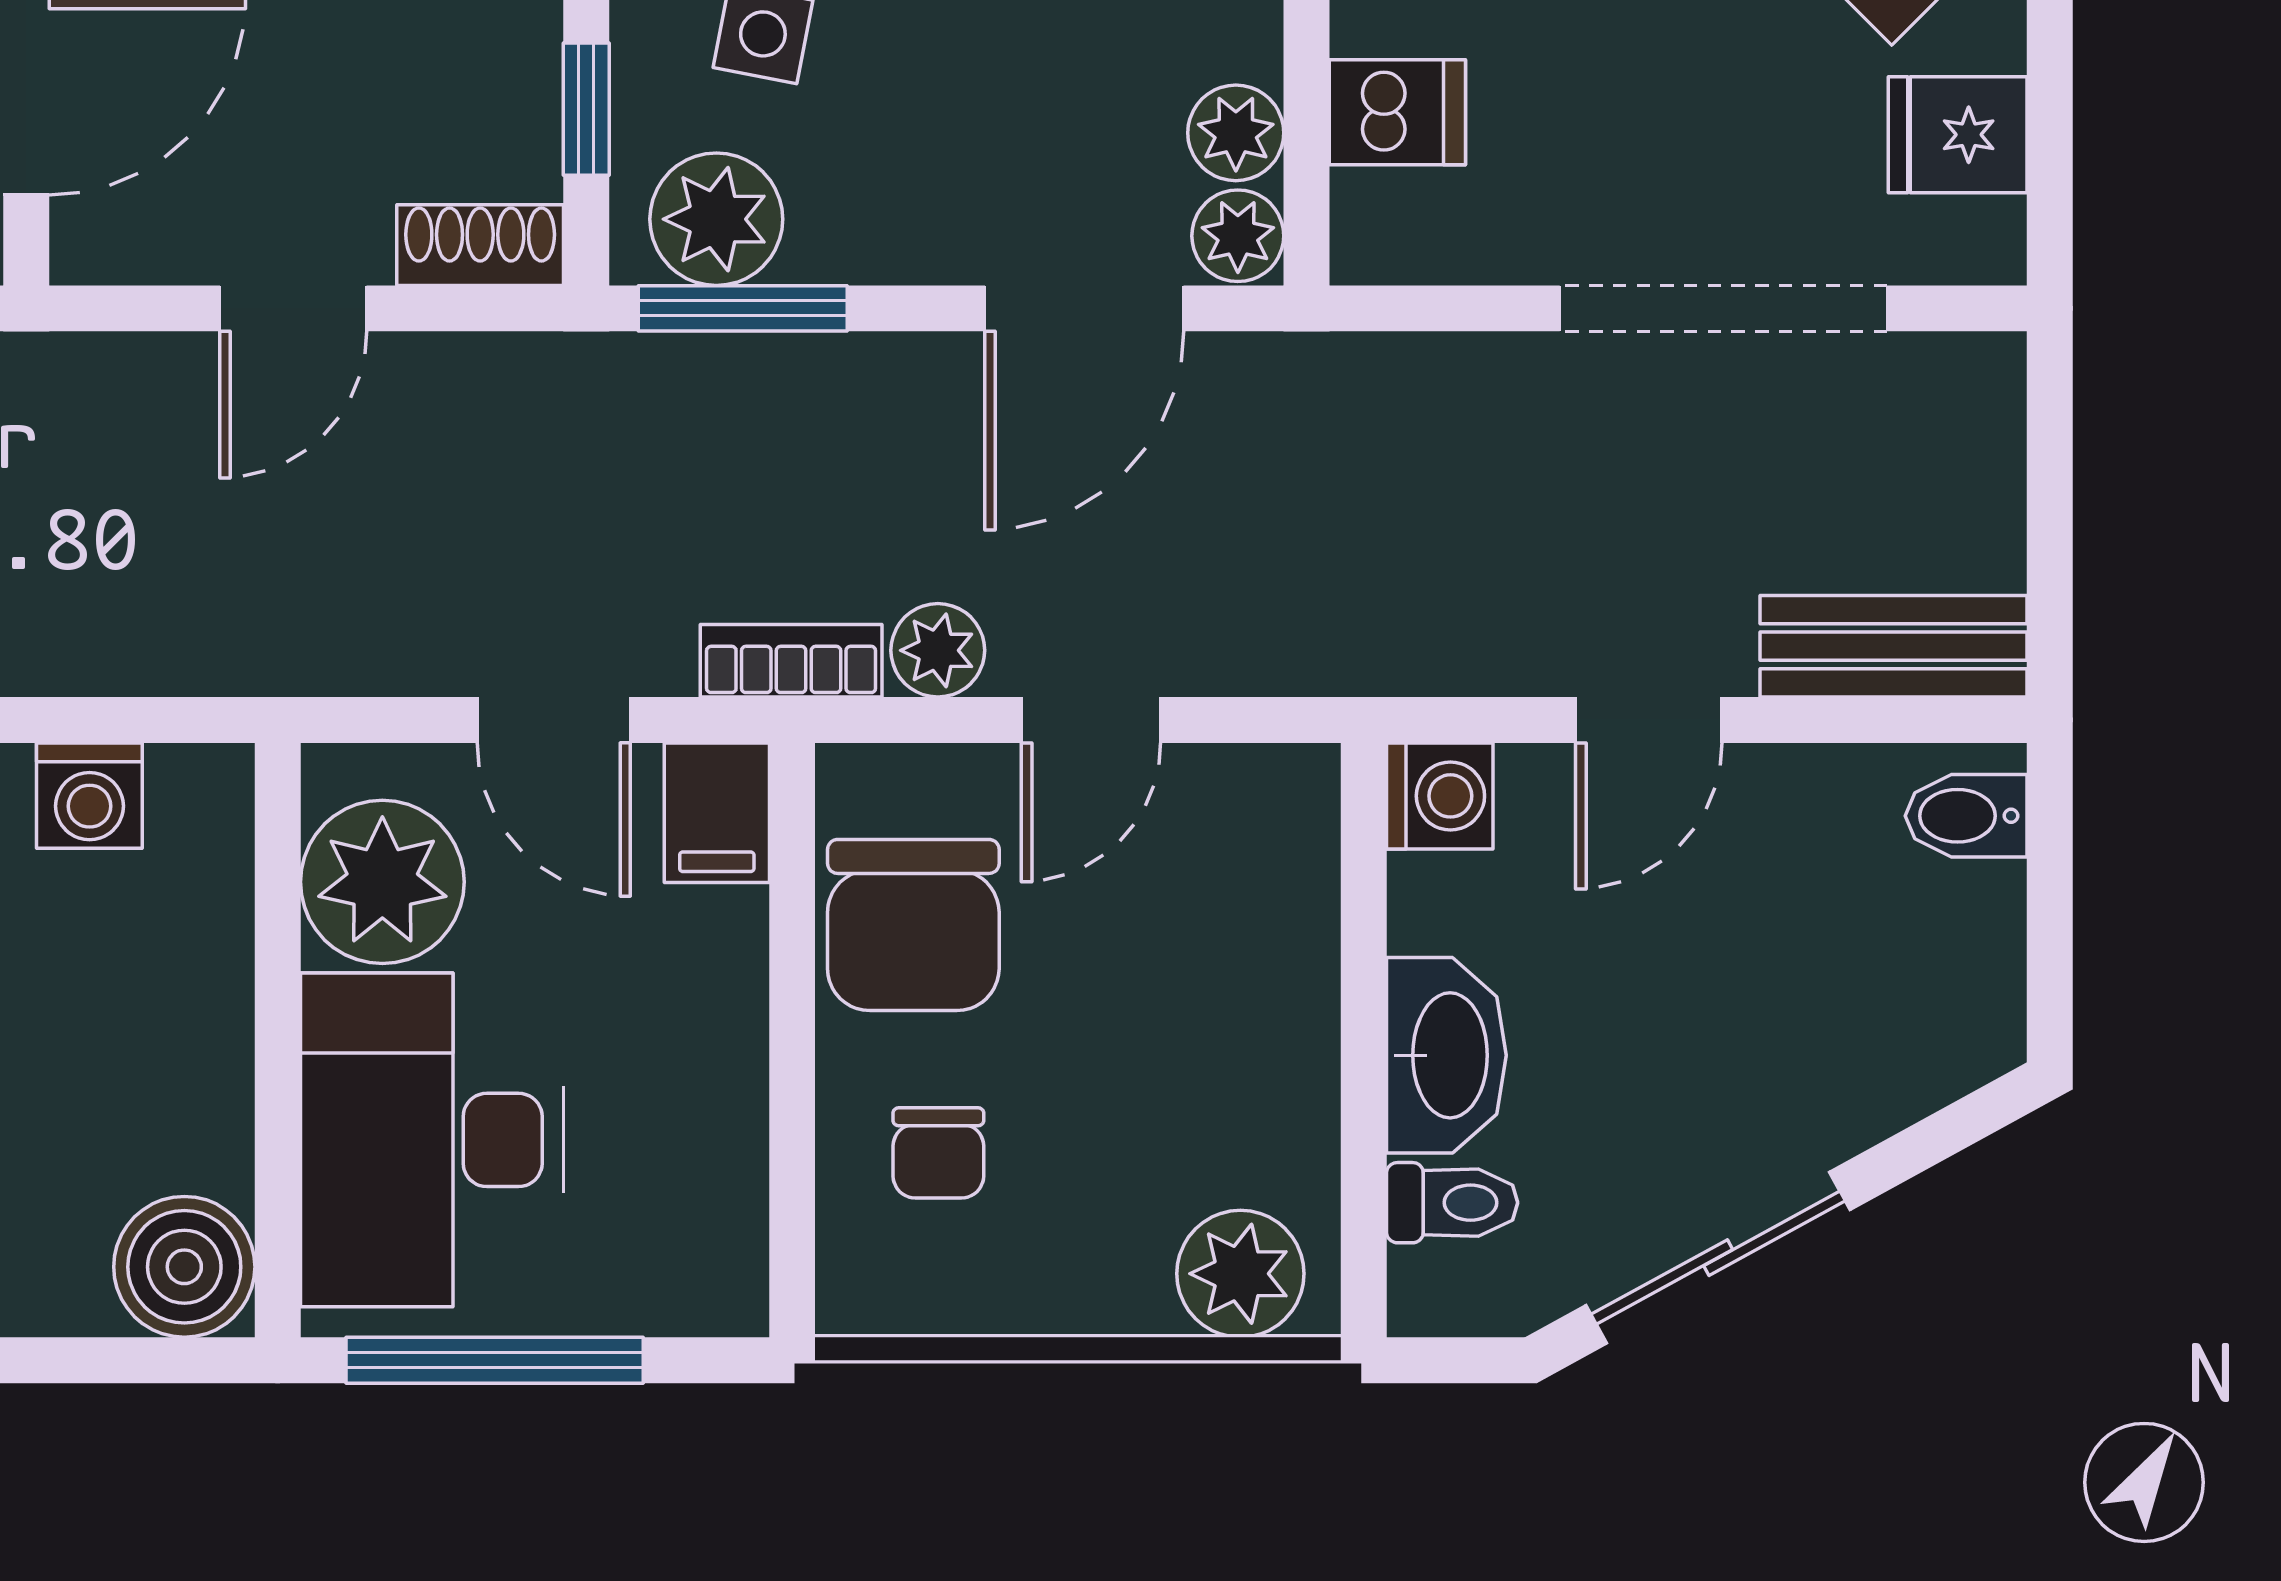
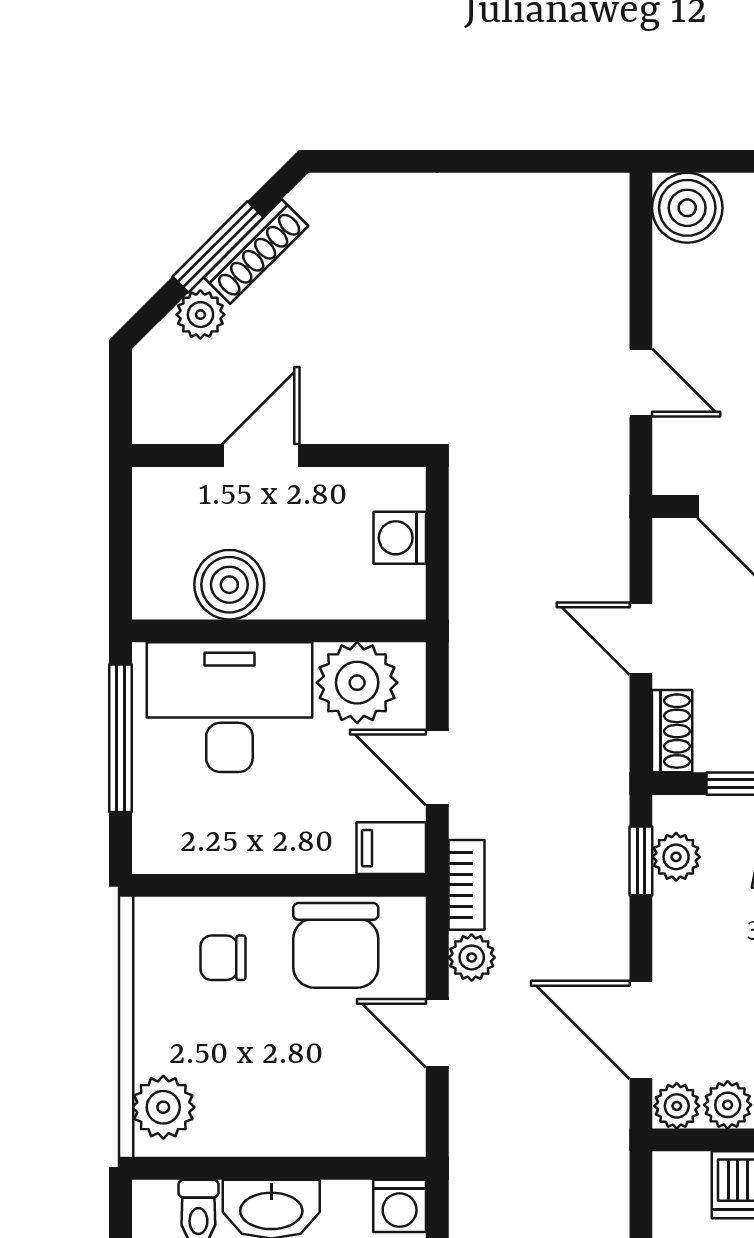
plant: (716, 219) -> (676, 857), width x0.73, depth x0.73
window: (743, 308) -> (641, 861), width x0.67
door: (554, 720) -> (437, 767), hinge flipped
chair: (913, 925) -> (336, 945), turned -90
boiler: (184, 1267) -> (229, 585), moved

